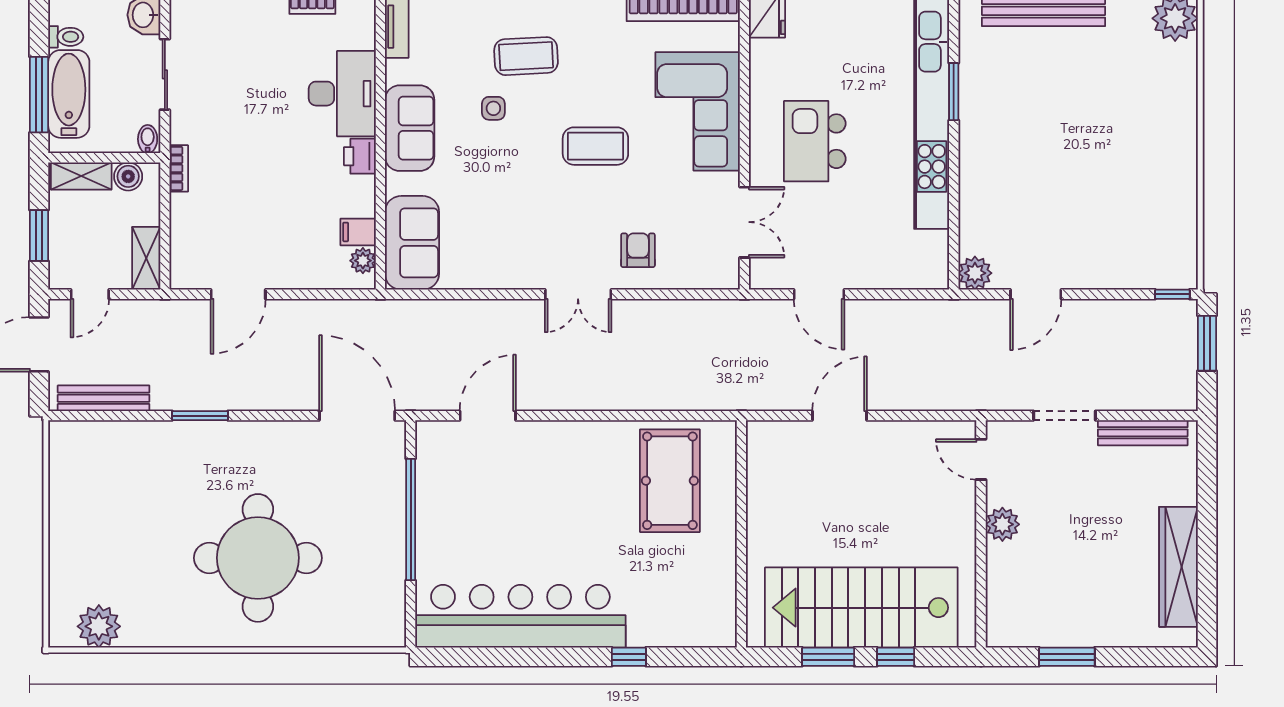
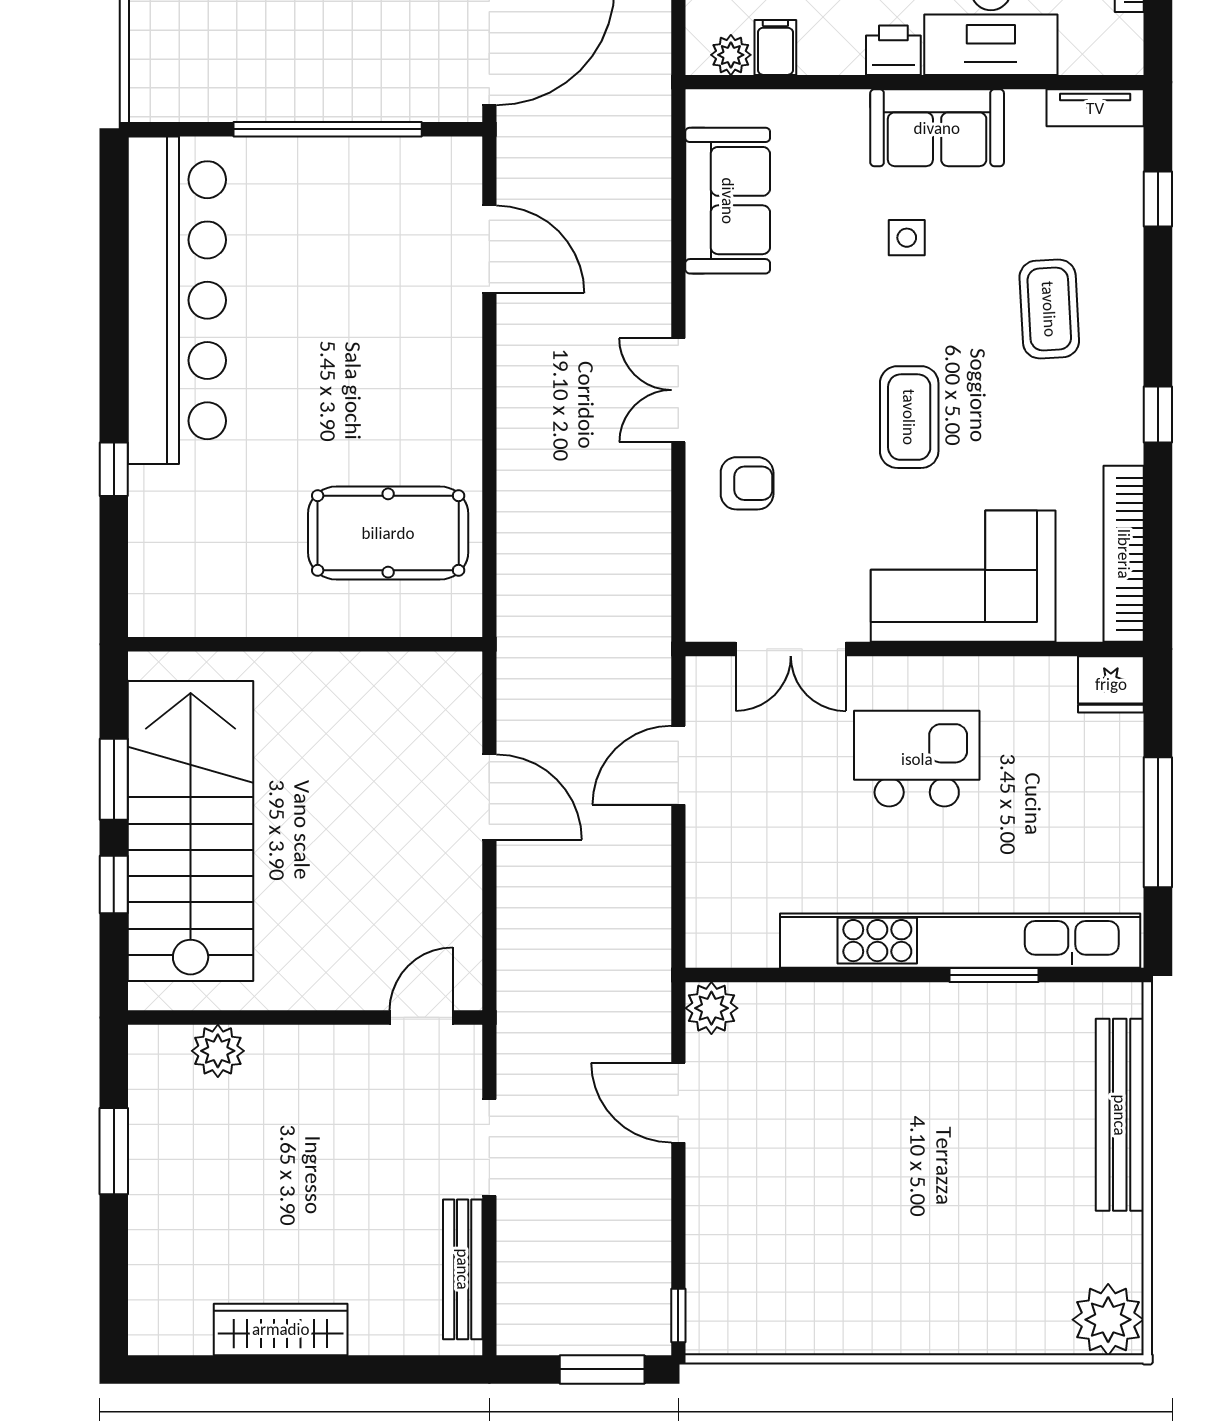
side table: (493, 108) -> (907, 238), moved
sofa: (412, 243) -> (728, 201), moved, turned -90
plant: (1002, 524) -> (218, 1051), moved
wardrobe: (1179, 567) -> (281, 1329), width x0.71, depth x0.85

